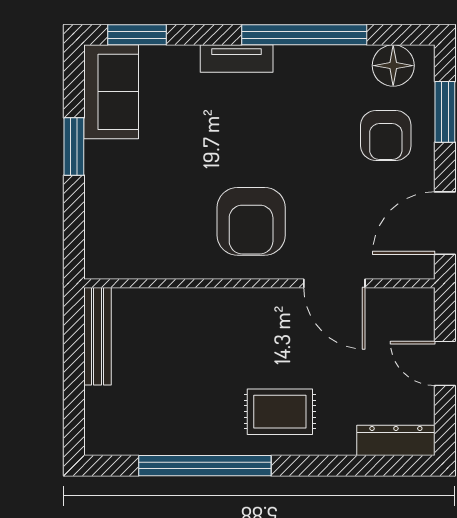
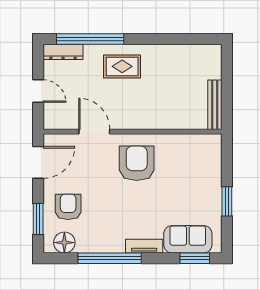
sofa: (111, 92) -> (188, 239), moved, turned 90
window: (205, 466) -> (90, 39), moved

